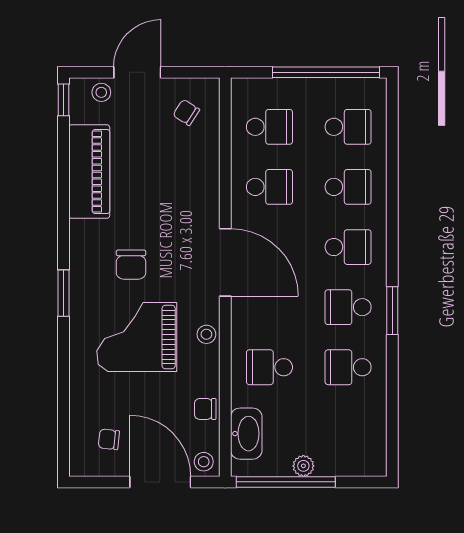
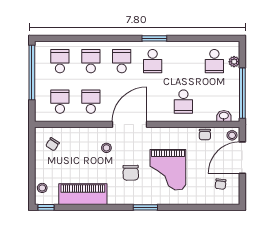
door: (137, 72) -> (32, 169), removed
chair: (131, 265) -> (131, 173), turned 89
stool: (206, 334) -> (106, 148), moved
school desk: (348, 367) -> (214, 61), moved
washbasin: (246, 434) -> (224, 116), width x0.52, depth x0.69
plant: (303, 466) -> (234, 62), moved

